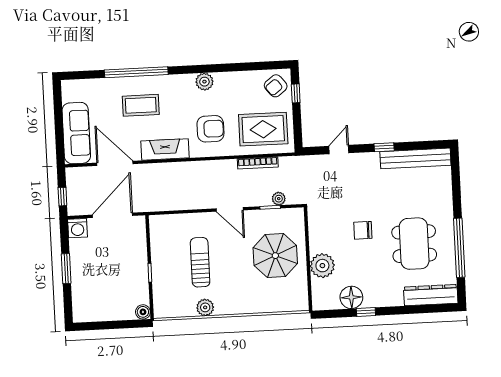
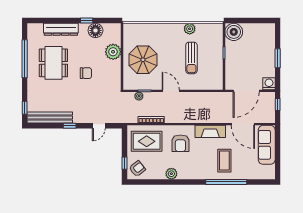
plant: (204, 82) -> (171, 174), moved
coffee table: (141, 105) -> (224, 161), turned 90
armchair: (210, 129) -> (180, 143), turned -90
window: (455, 172) -> (25, 108), added
dresser: (431, 295) -> (61, 29), moved
boiler: (143, 312) -> (234, 32), width x1.86, depth x1.86

